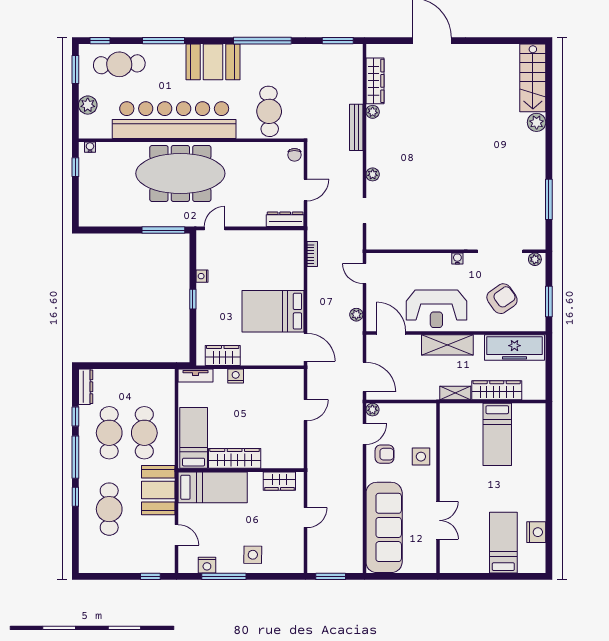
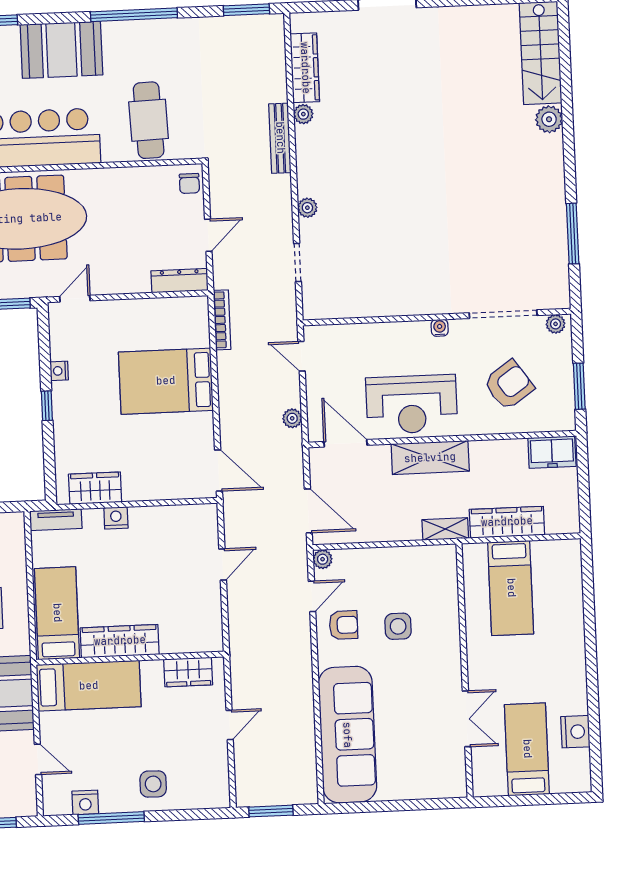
bookcase: (312, 254) -> (222, 320), width x1.56
bed: (273, 311) -> (166, 381), moved
freezer: (514, 347) -> (552, 452), width x0.52, depth x0.79
wall: (438, 488) -> (465, 671), moved
double door: (438, 520) -> (467, 719), moved

